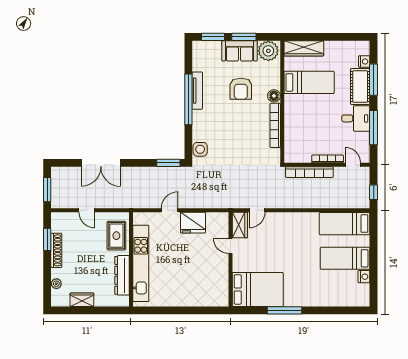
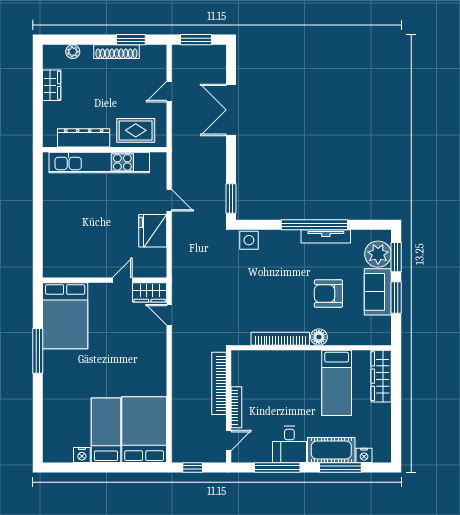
plant: (268, 51) -> (378, 254), moved
bed: (345, 224) -> (144, 430), width x1.50

